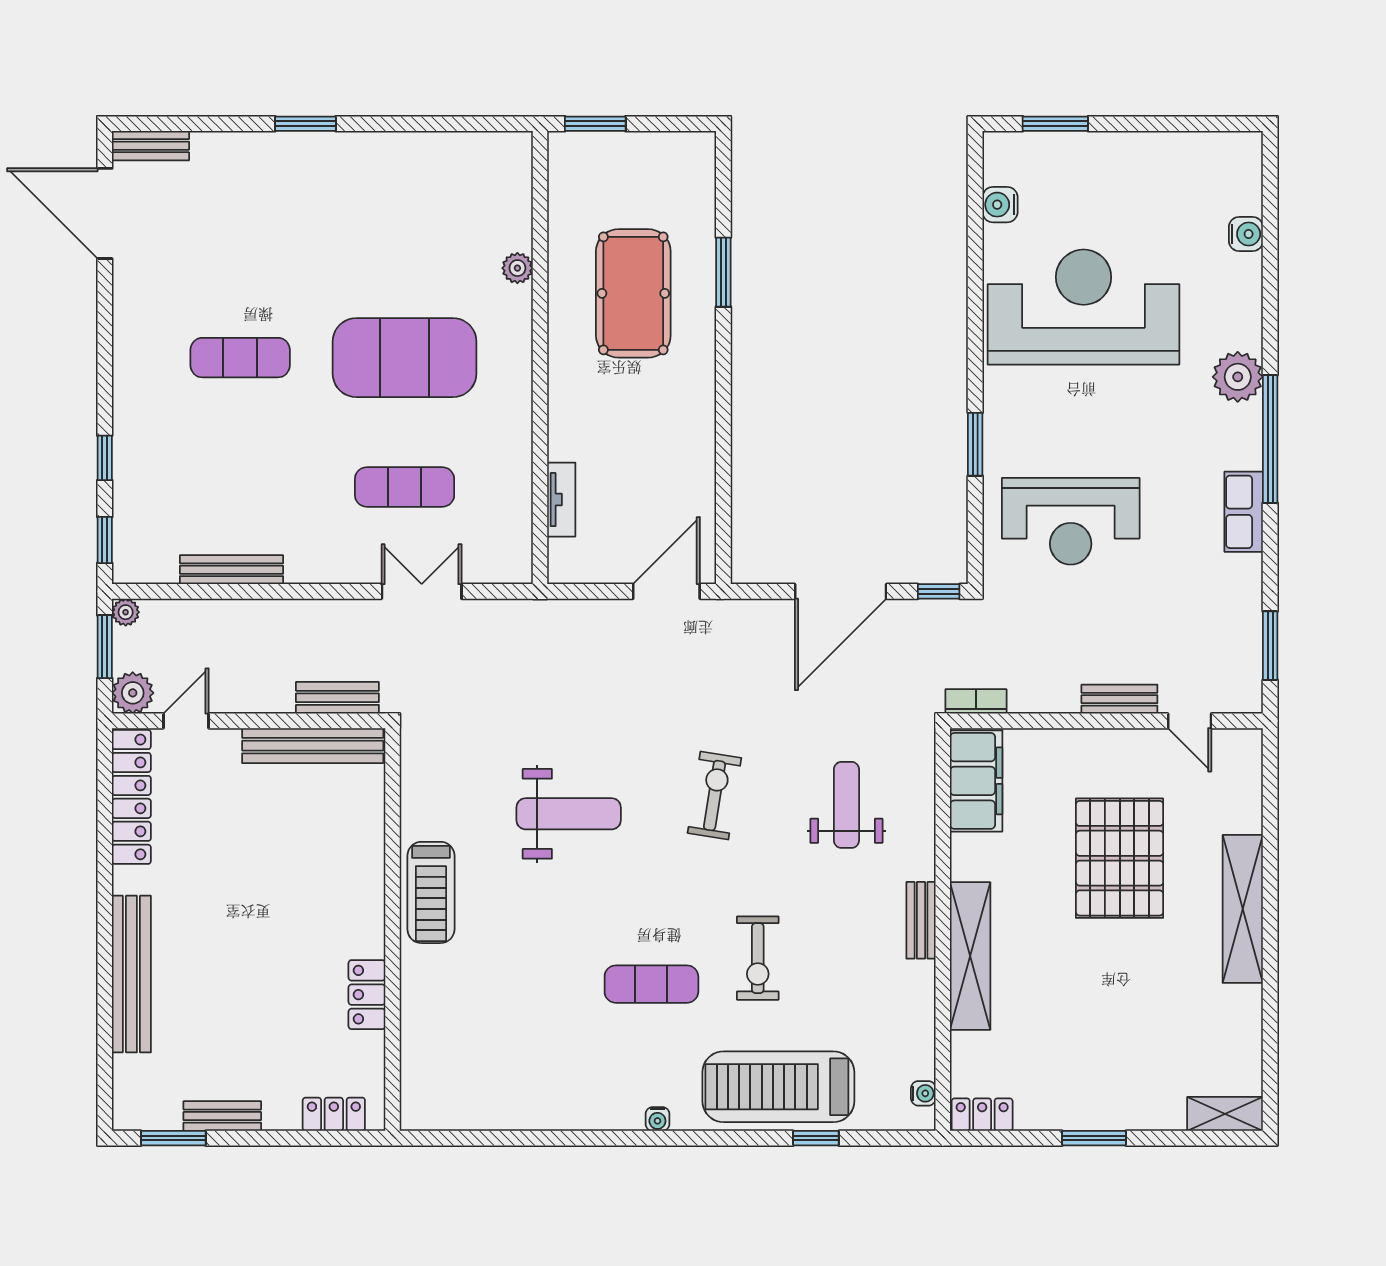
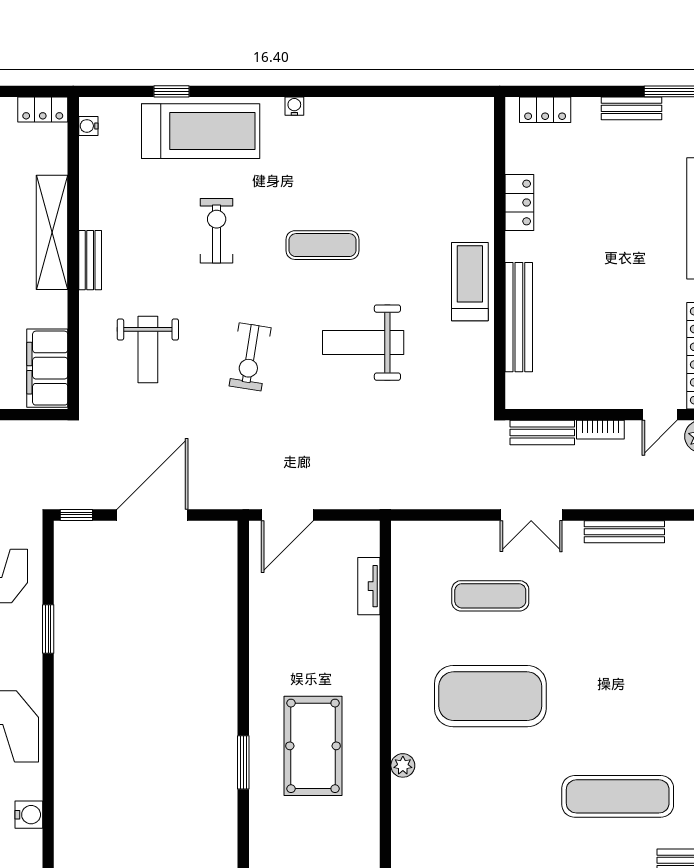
exercise mat: (240, 358) -> (618, 796), moved, width x1.36, depth x1.45
double door: (422, 591) -> (531, 515), moved
bookcase: (976, 701) -> (600, 430), moved
bench: (313, 746) -> (519, 317), moved, turned 90
exercise mat: (651, 984) -> (323, 245), moved

